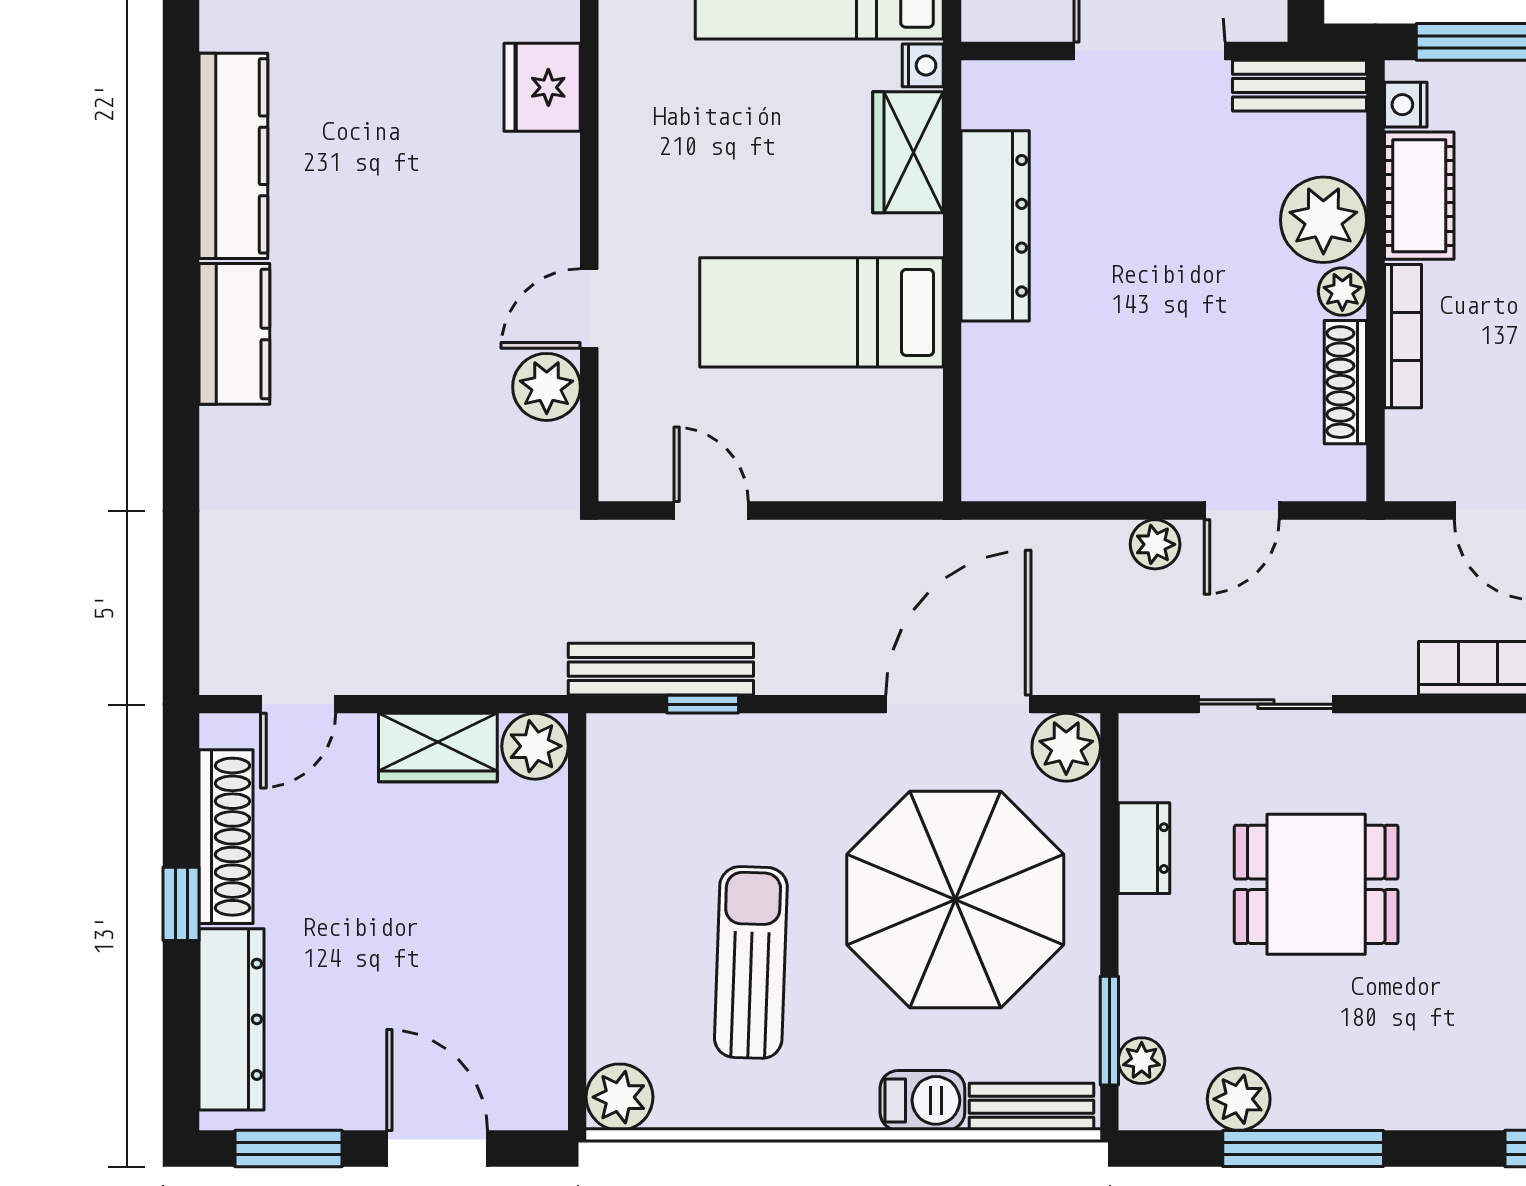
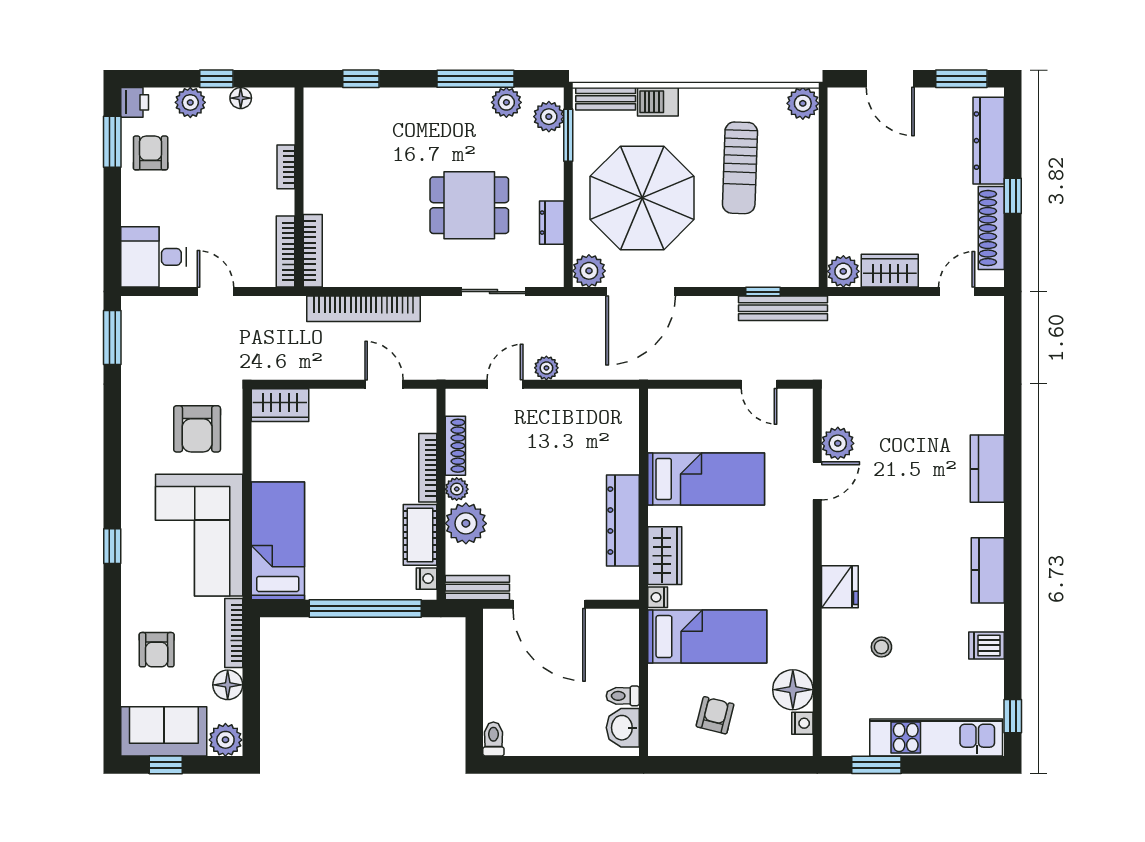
kitchen counter: (233, 156) -> (988, 570), width x0.67
plant: (1142, 1061) -> (549, 117), width x1.38, depth x1.38

